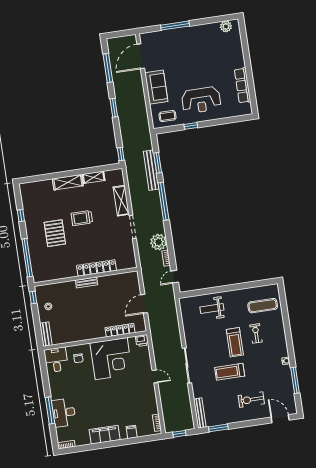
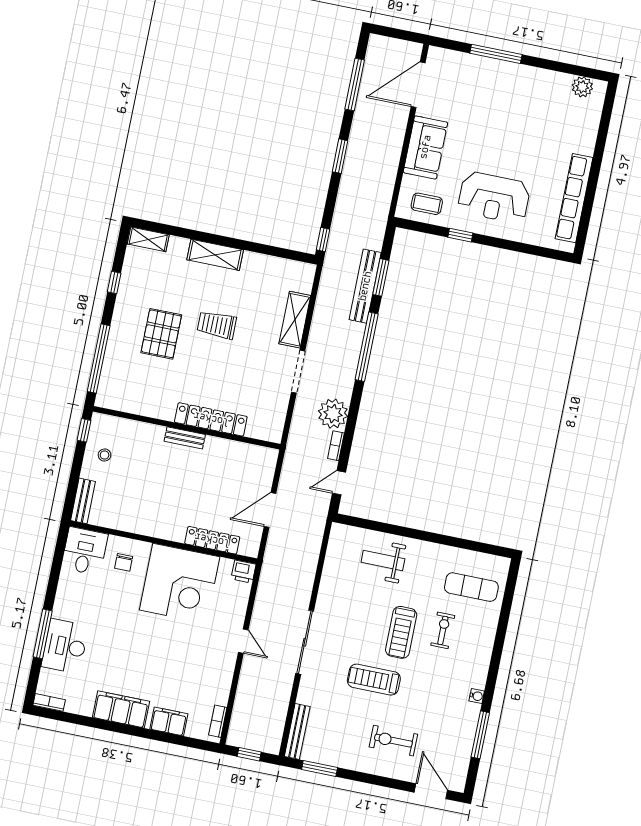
row of seats: (243, 85) -> (574, 198), width x1.36
shelving: (94, 177) -> (148, 239), moved
filing cabinet: (132, 432) -> (169, 721), width x2.00

